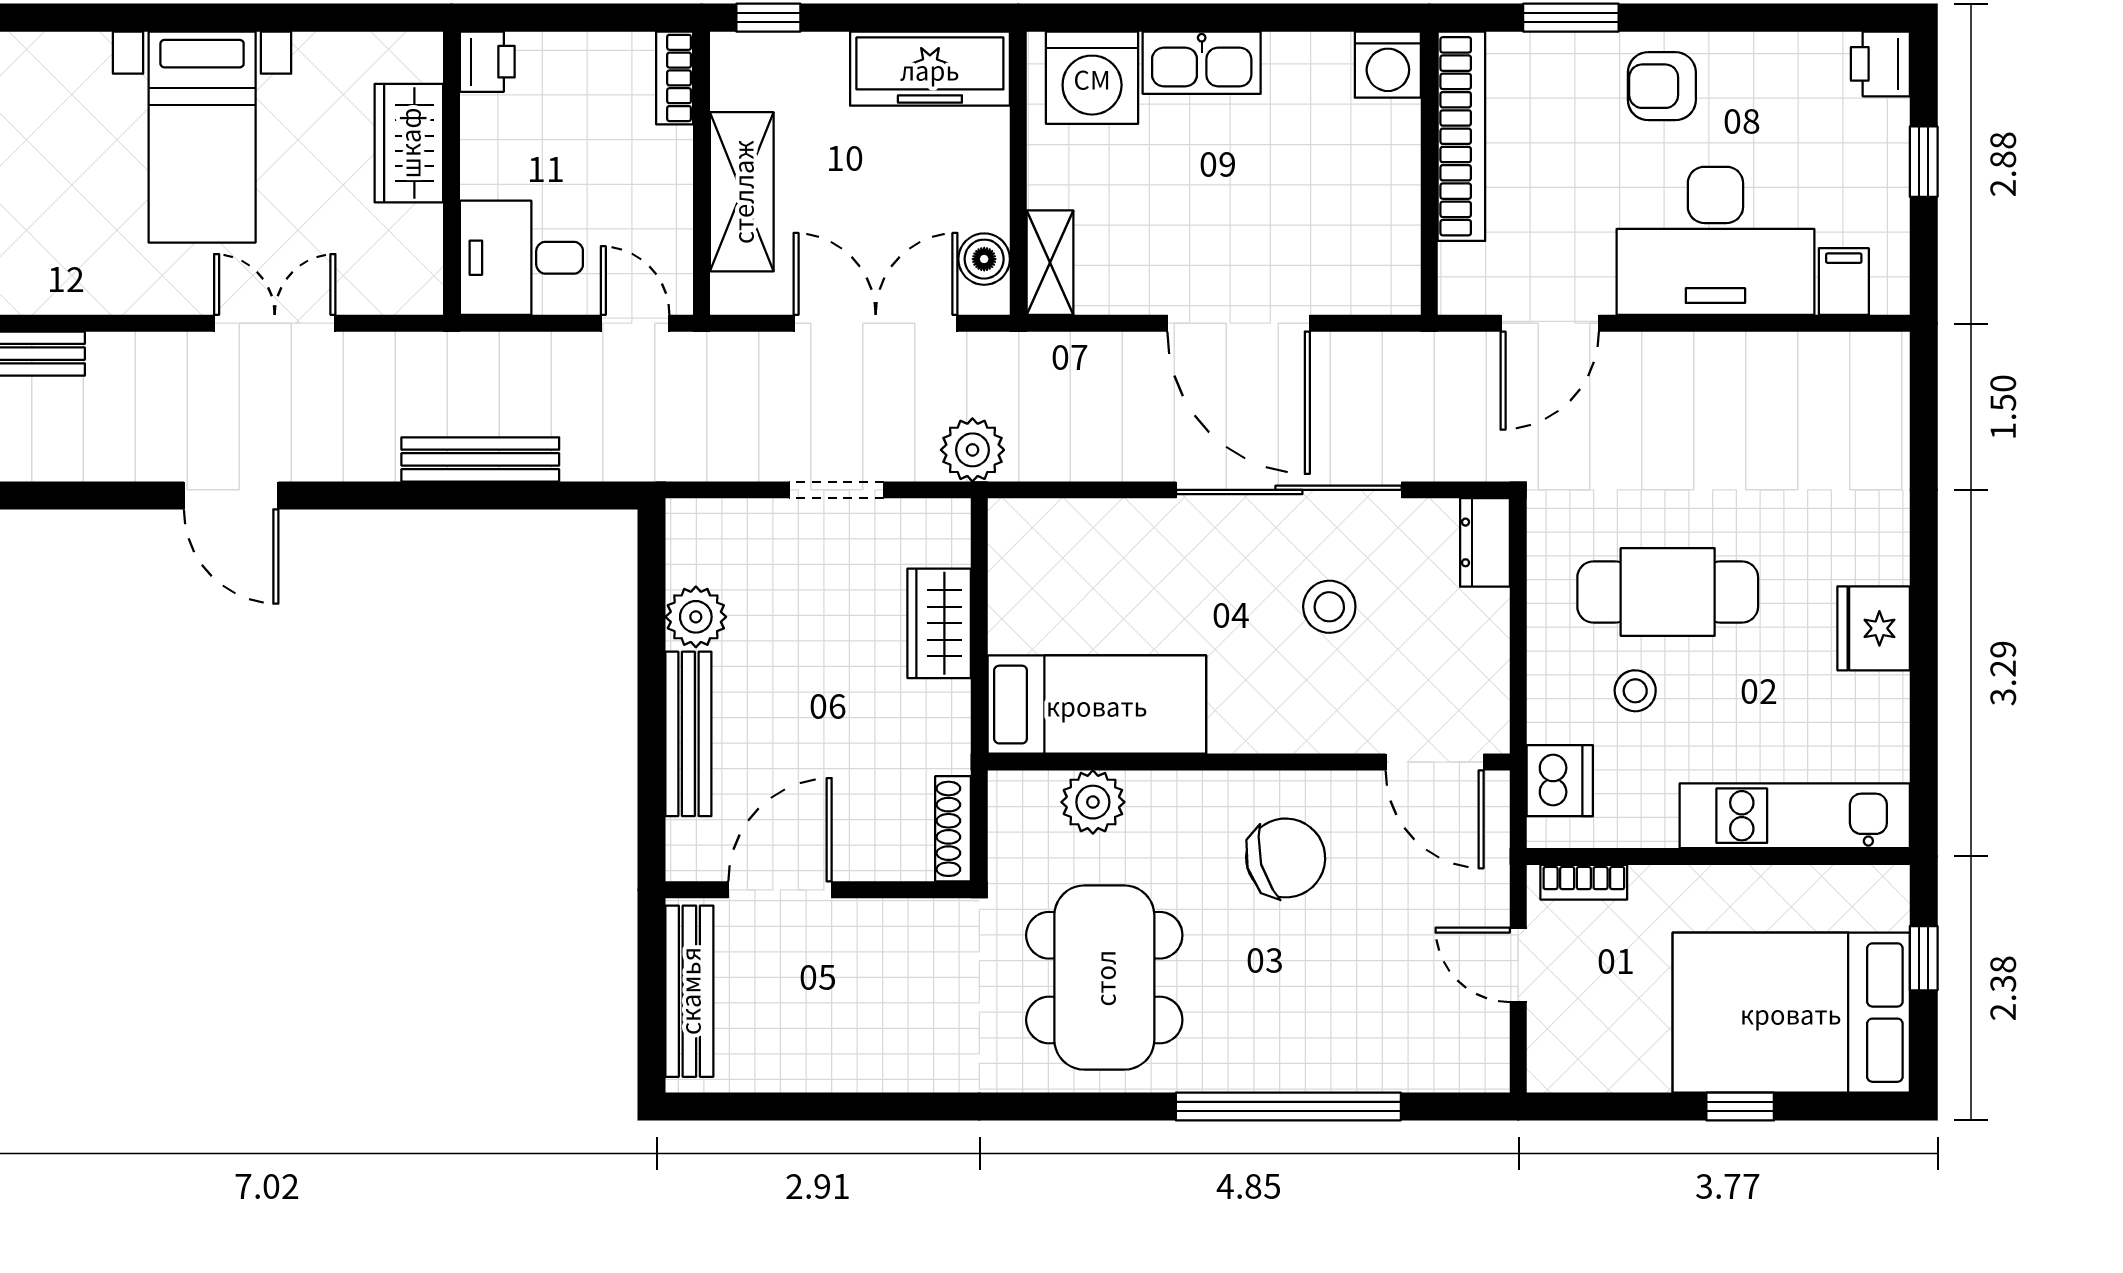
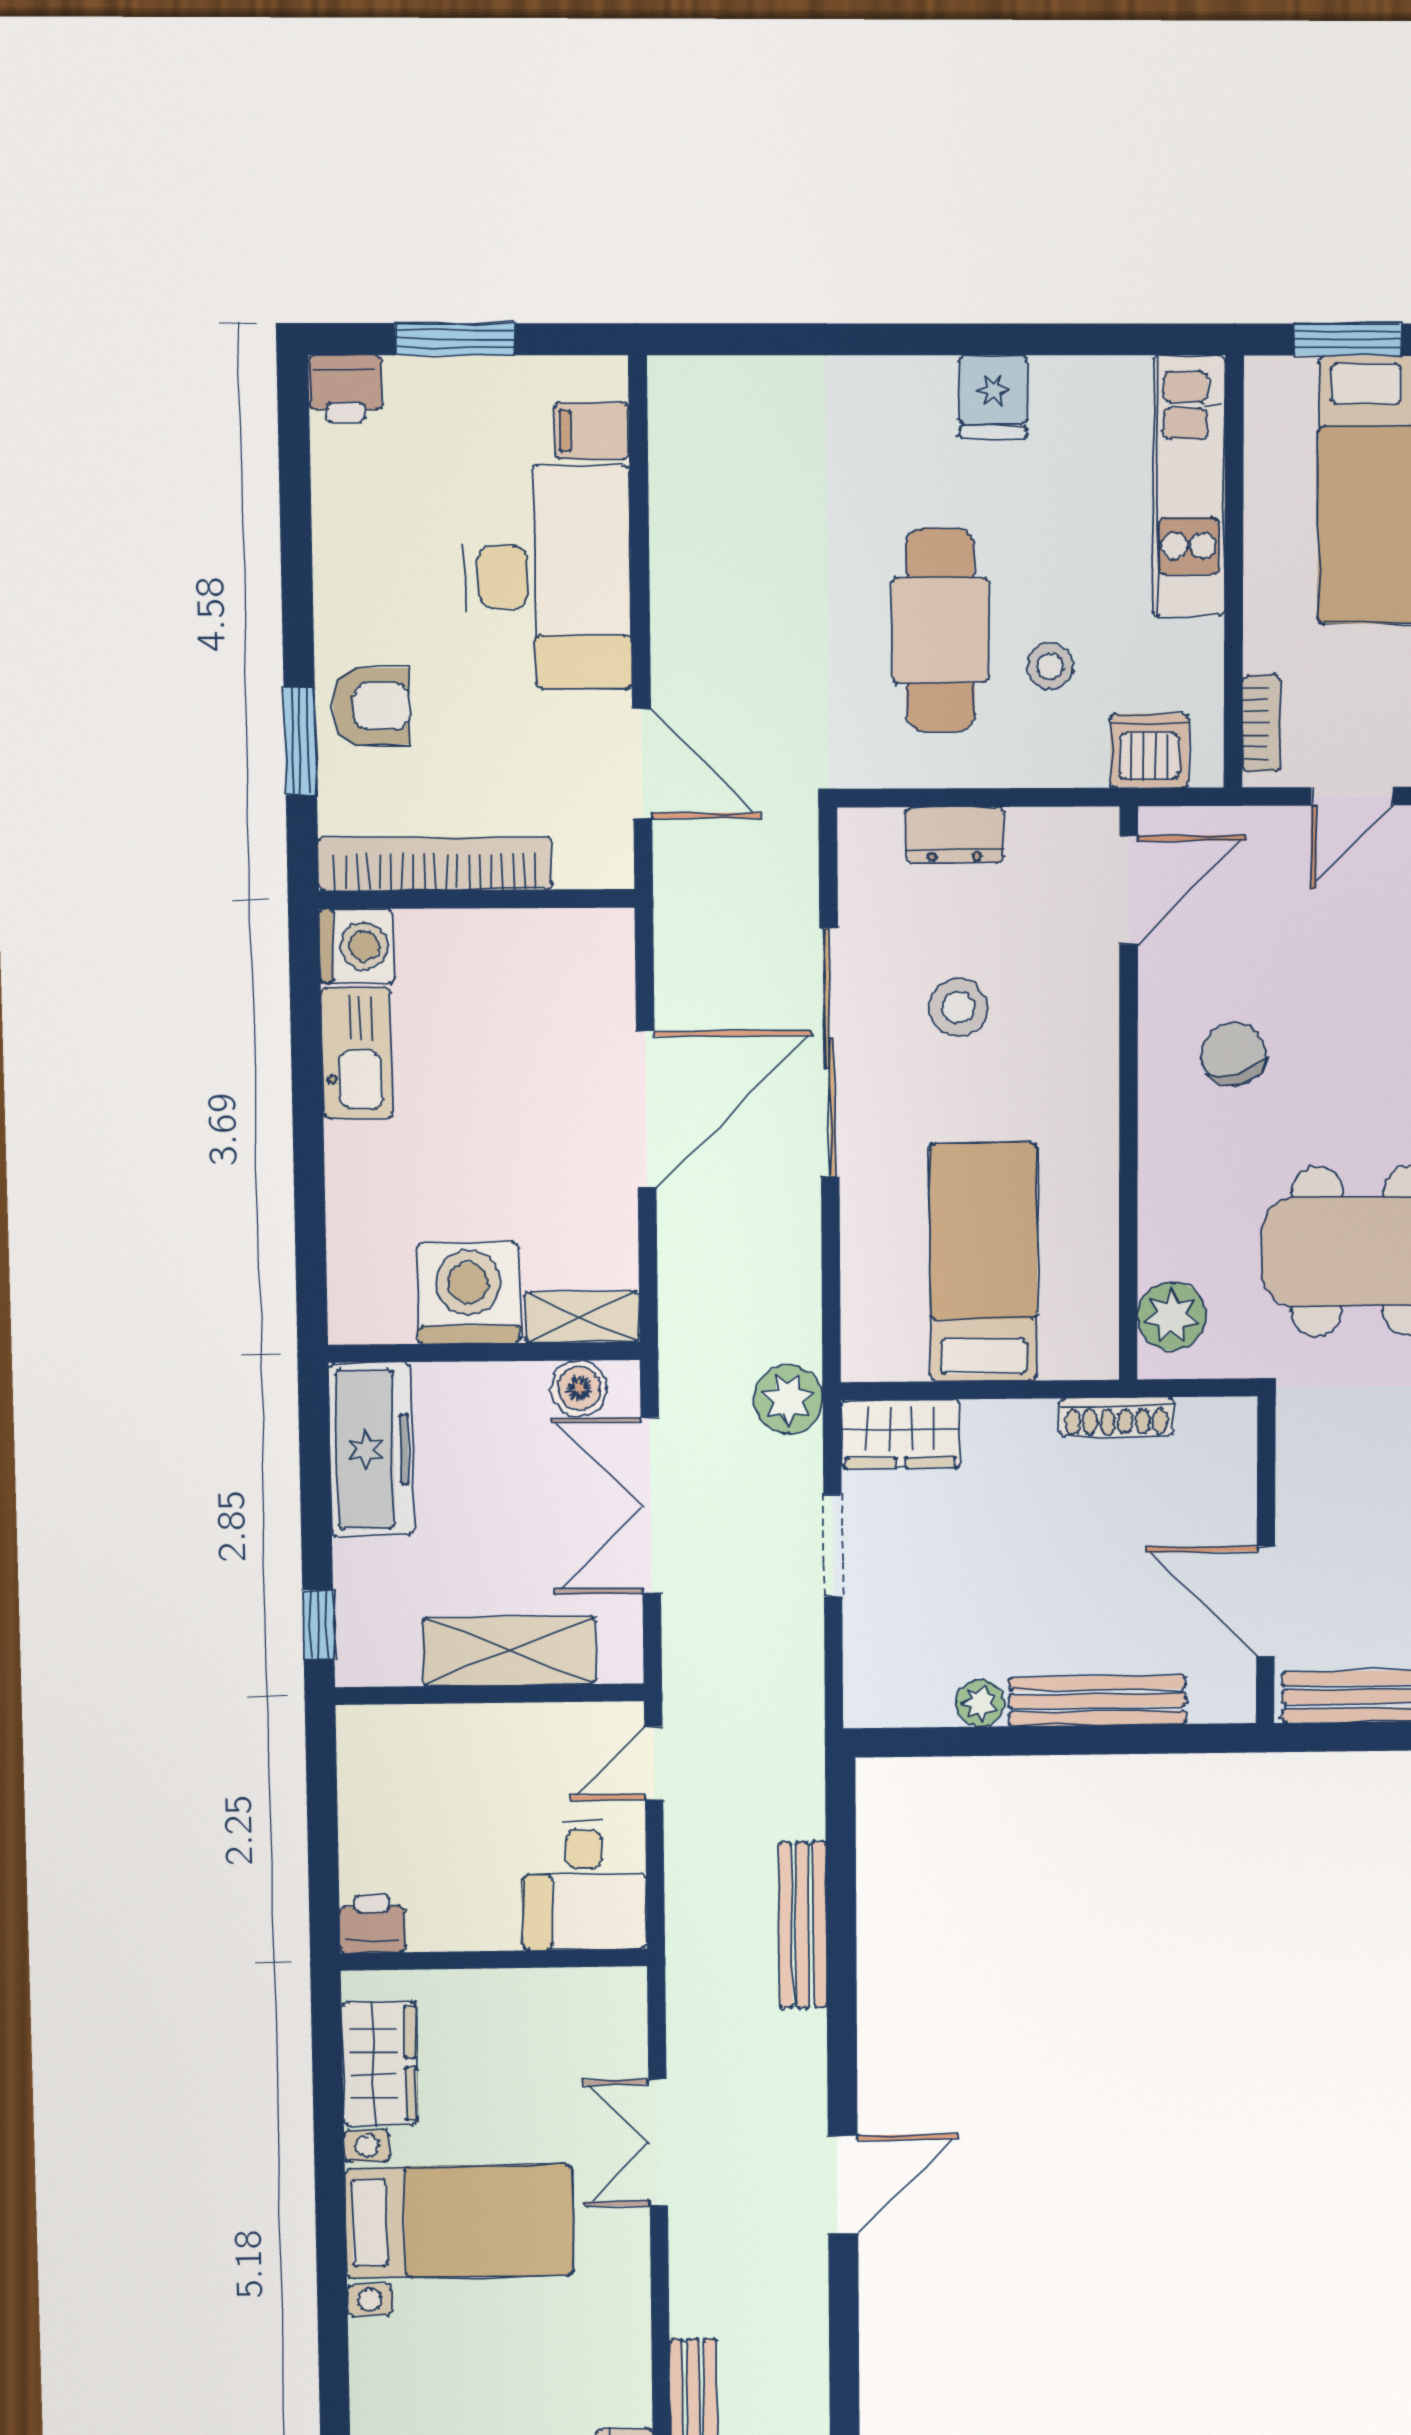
kitchen sink: (1202, 63) -> (357, 1053), moved
bookcase: (675, 78) -> (386, 1724), removed
washing machine: (1092, 78) -> (469, 1293), moved, turned -90
armchair: (1662, 86) -> (371, 706), moved, turned -90
wardrobe: (409, 143) -> (380, 2063), moved, turned -90
window: (1924, 162) -> (455, 339), width x1.50
dresser: (1485, 542) -> (955, 835), moved
plant: (696, 617) -> (980, 1703), width x0.73, depth x0.73
wardrobe: (939, 623) -> (901, 1434), moved
fridge: (1874, 628) -> (993, 397), width x0.72
bed: (1097, 705) -> (983, 1262), moved
plant: (1093, 802) -> (1172, 1316), moved
shoe rack: (953, 829) -> (1116, 1417), moved
chair: (1286, 858) -> (1233, 1054), width x0.73, depth x0.73
window: (1924, 958) -> (1348, 339), width x1.50

